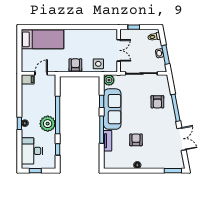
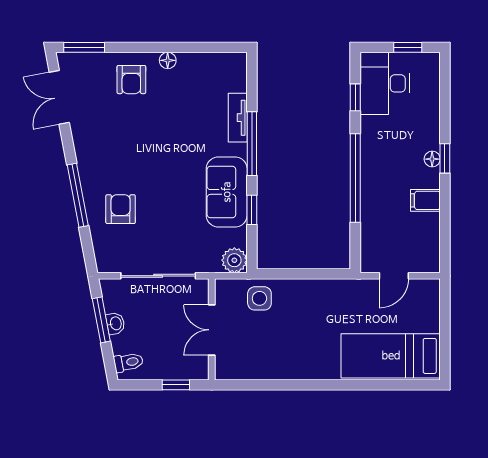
armchair: (75, 65) -> (313, 296), removed
filing cabinet: (28, 79) -> (425, 200), moved
sofa: (112, 109) -> (227, 192), width x0.73
plant: (48, 124) -> (379, 158), removed
double door: (182, 139) -> (59, 97), moved
armchair: (136, 140) -> (131, 80), moved
desk: (32, 151) -> (385, 83), moved, turned 180

